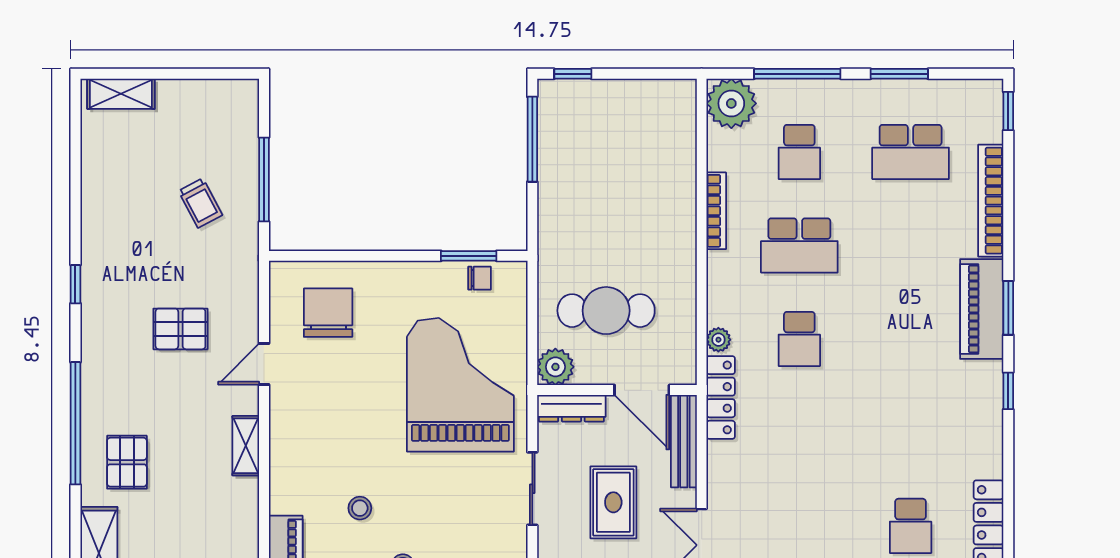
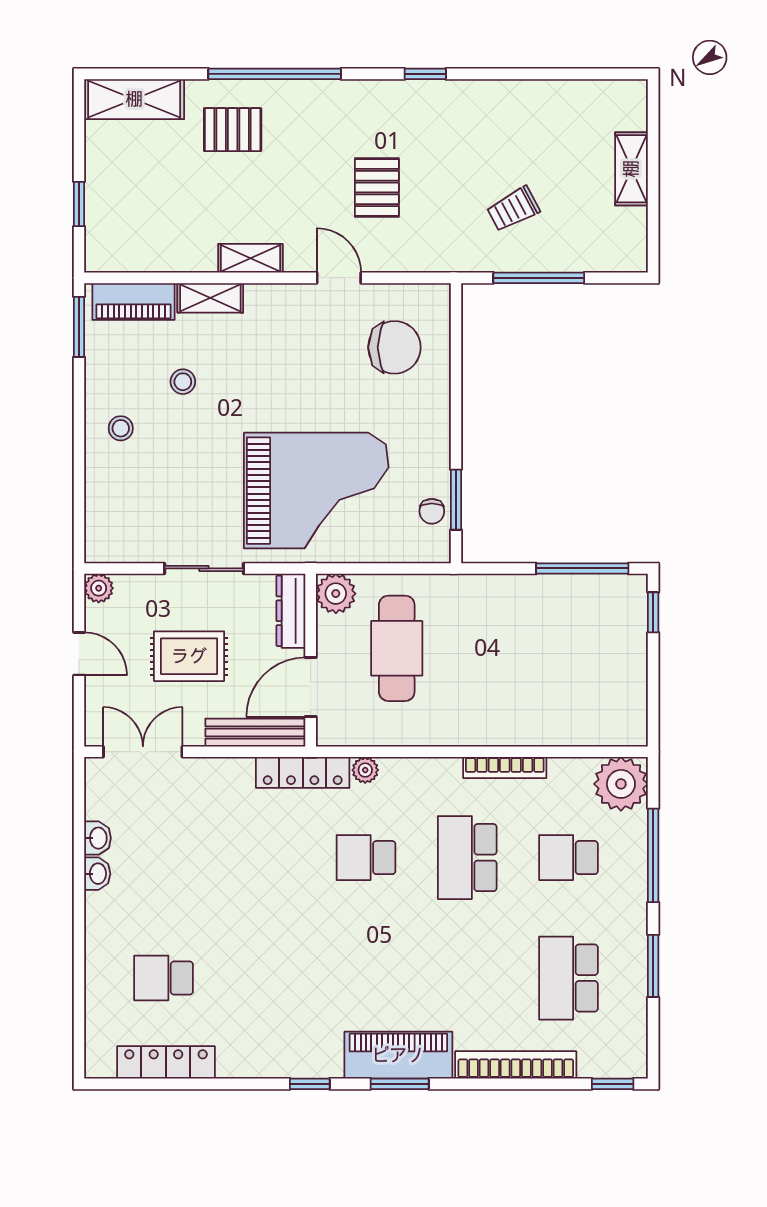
shelving: (121, 94) -> (631, 169), moved
shelving: (282, 483) -> (210, 298), added

